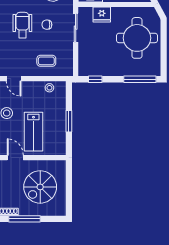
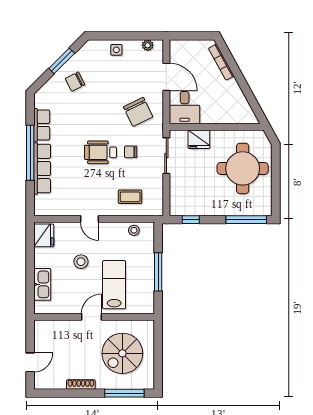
wheelchair: (22, 25) -> (100, 152), turned -90
window: (69, 121) -> (158, 272), width x1.44
lab bench: (33, 132) -> (114, 285), turned 180
door: (15, 158) -> (92, 317), hinge flipped
window: (25, 219) -> (124, 393), moved

